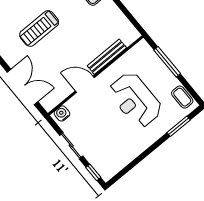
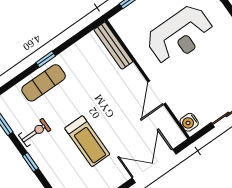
bench: (107, 57) -> (113, 46), moved

